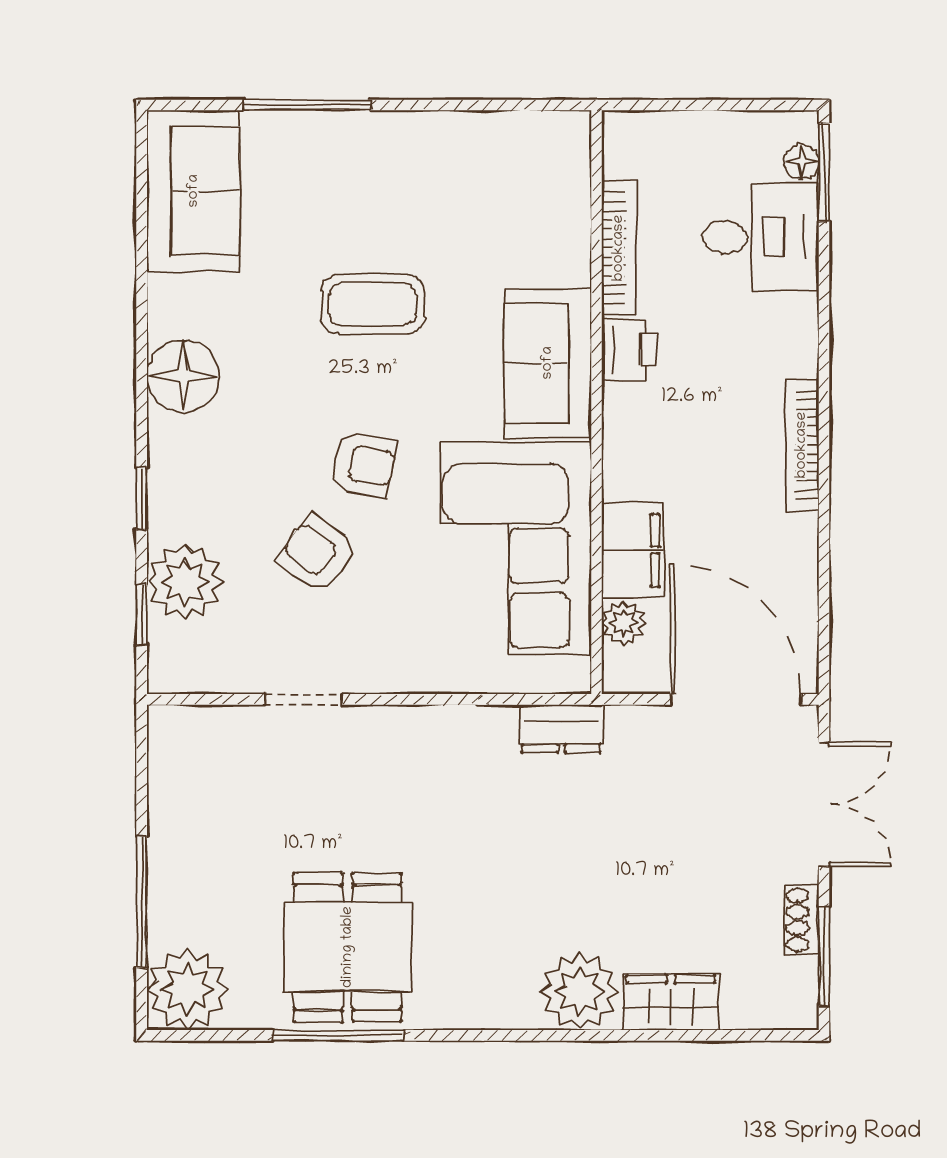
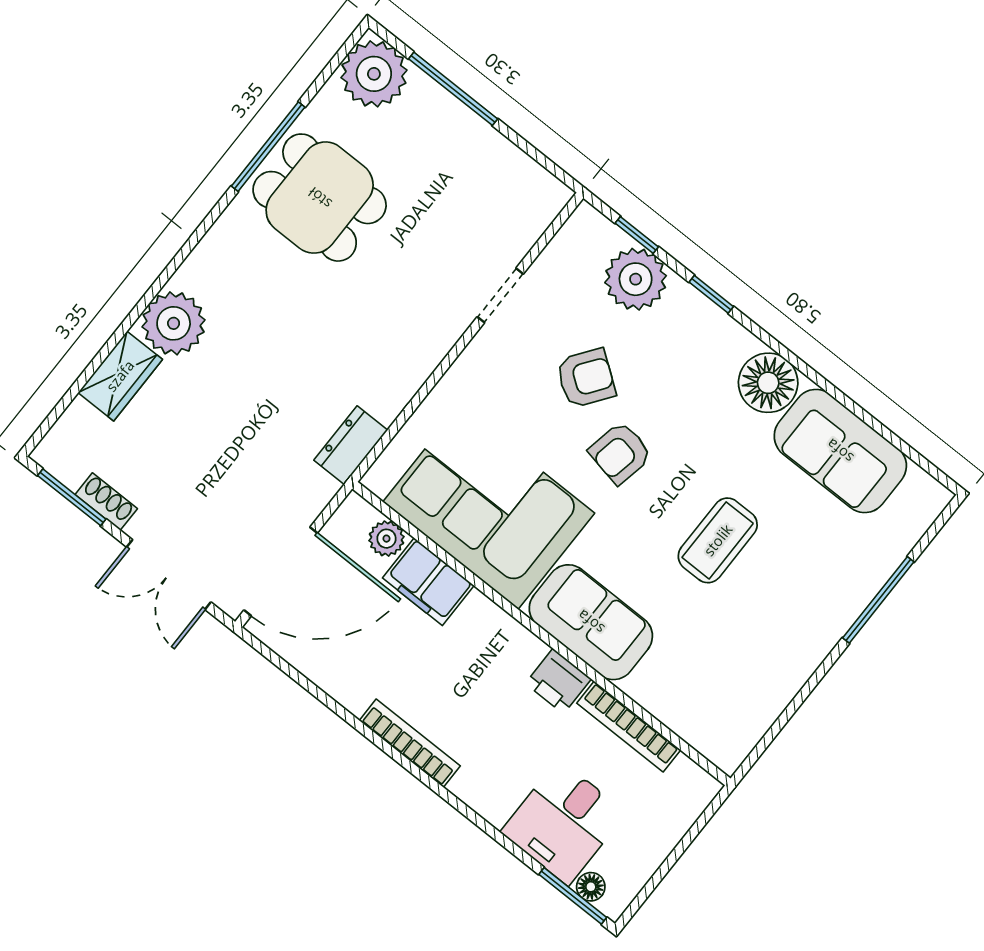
sofa: (194, 191) -> (840, 451), moved

